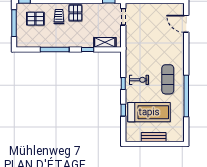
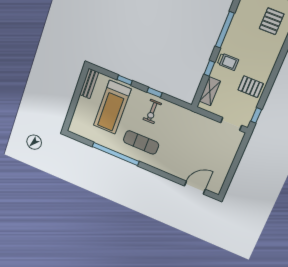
pallet: (75, 13) -> (251, 87), moved
trolley: (59, 17) -> (228, 62), moved
bench: (154, 137) -> (89, 83), moved

